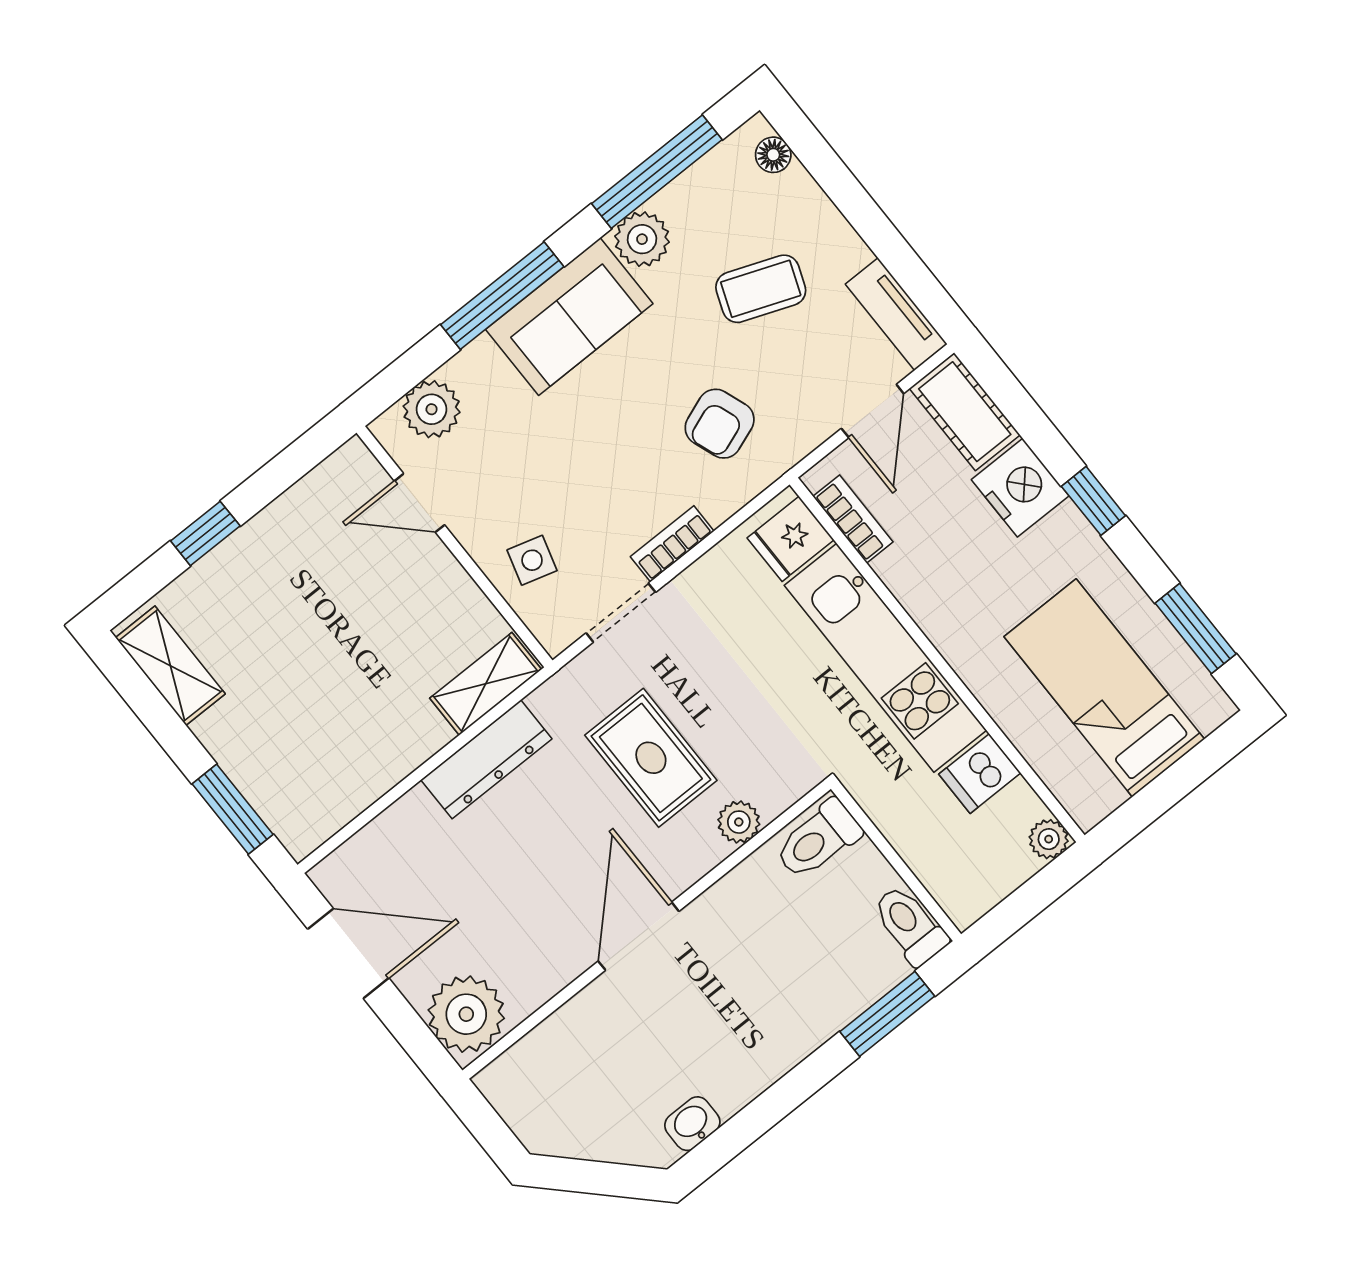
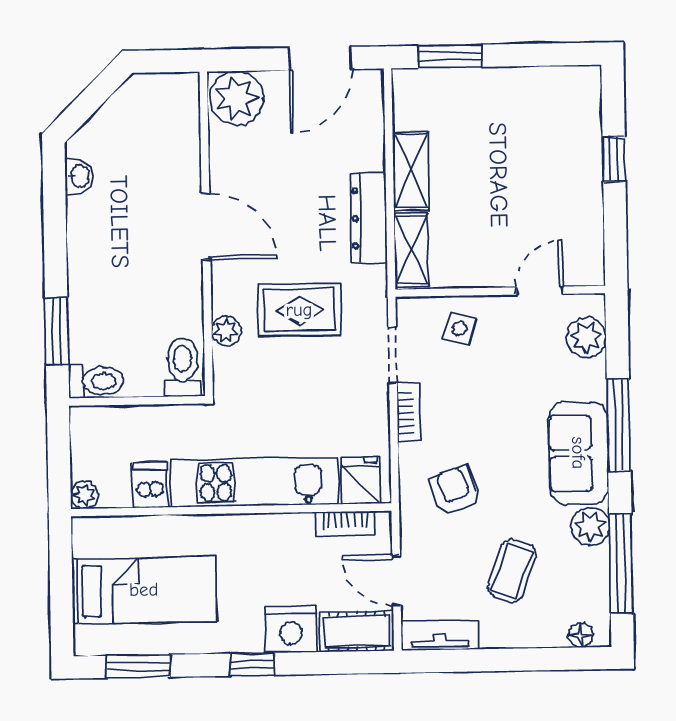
shelving: (170, 666) -> (411, 171), moved, turned 90

